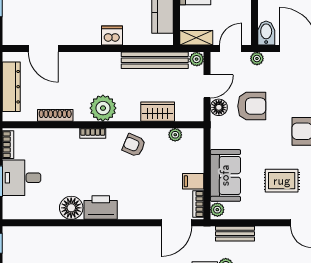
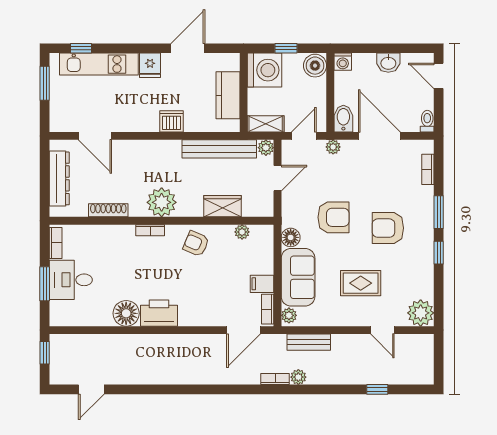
armchair: (252, 106) -> (333, 217), moved
floor lamp: (219, 107) -> (291, 237), moved

